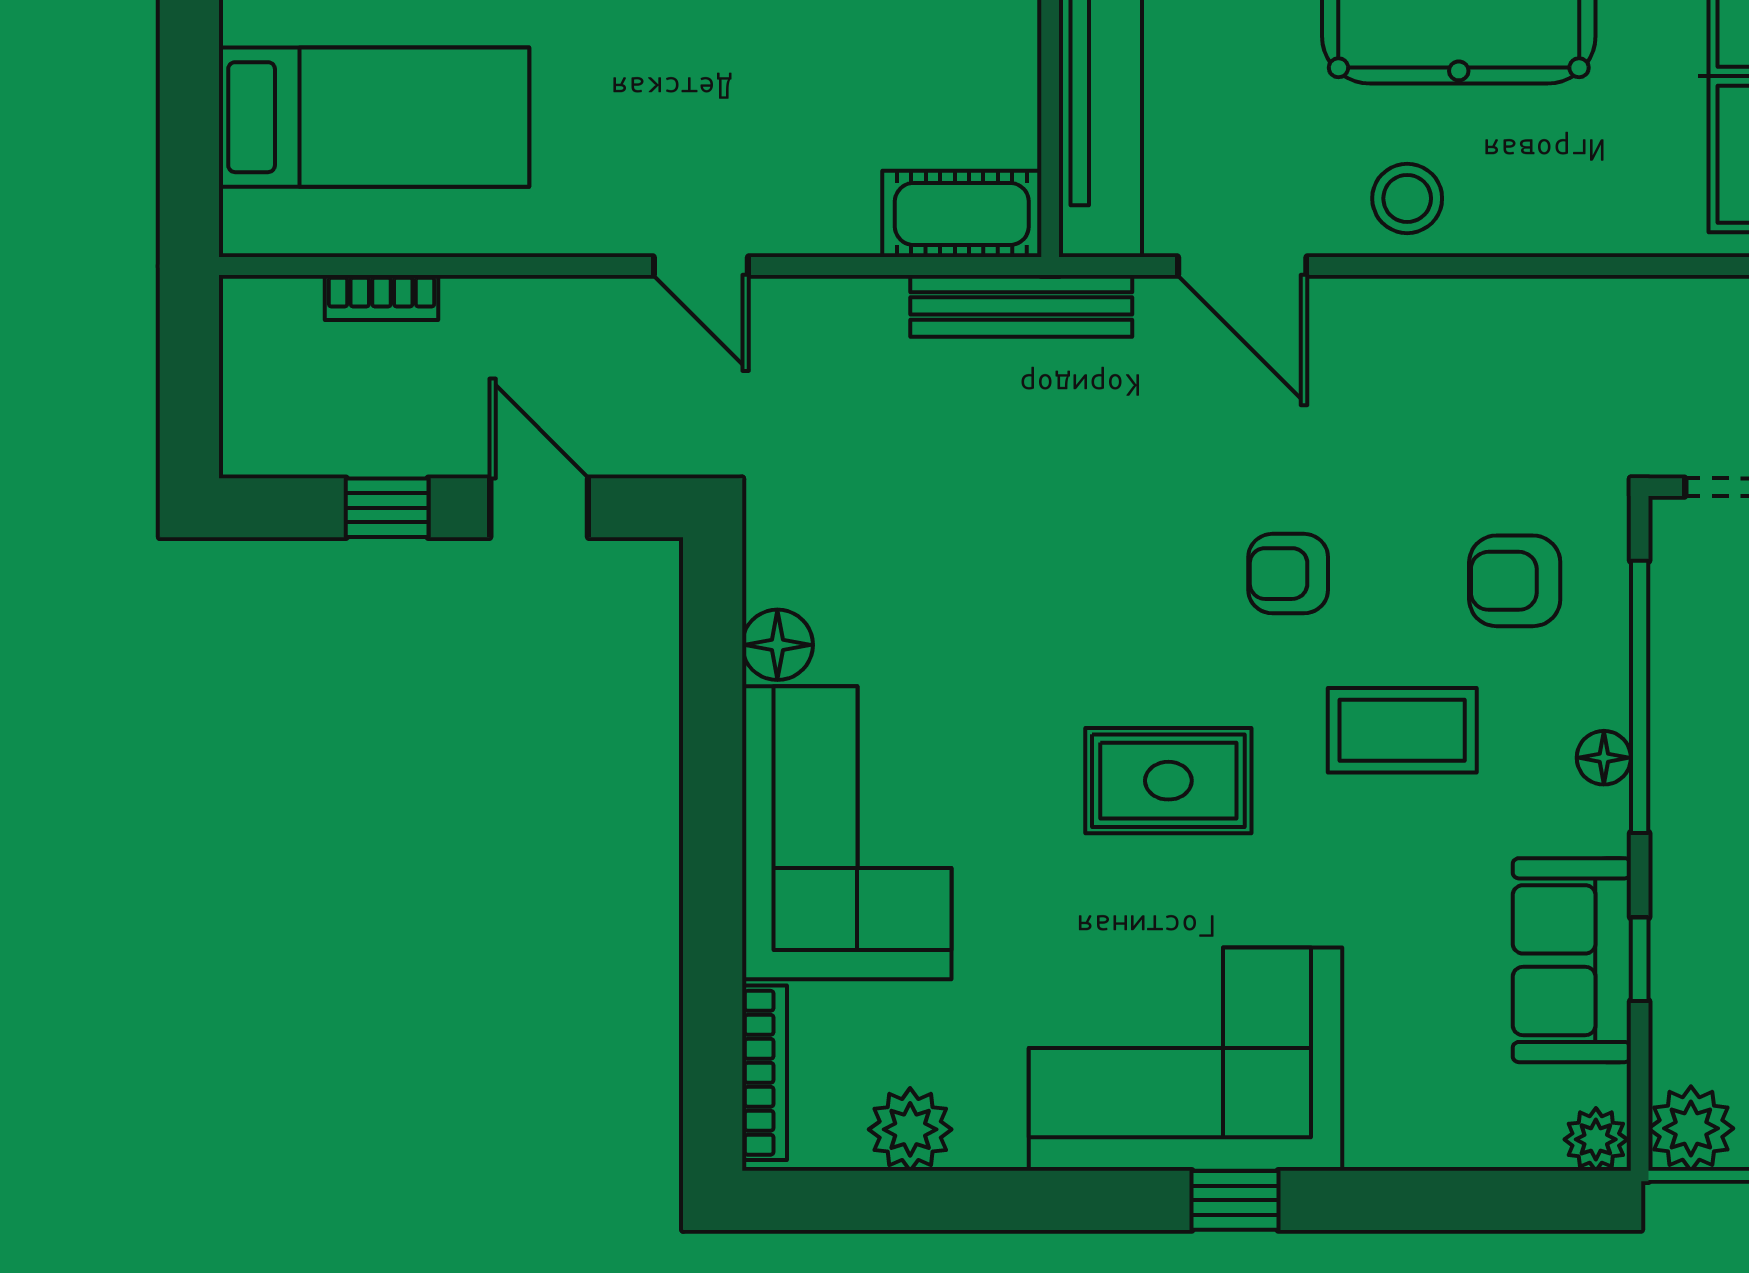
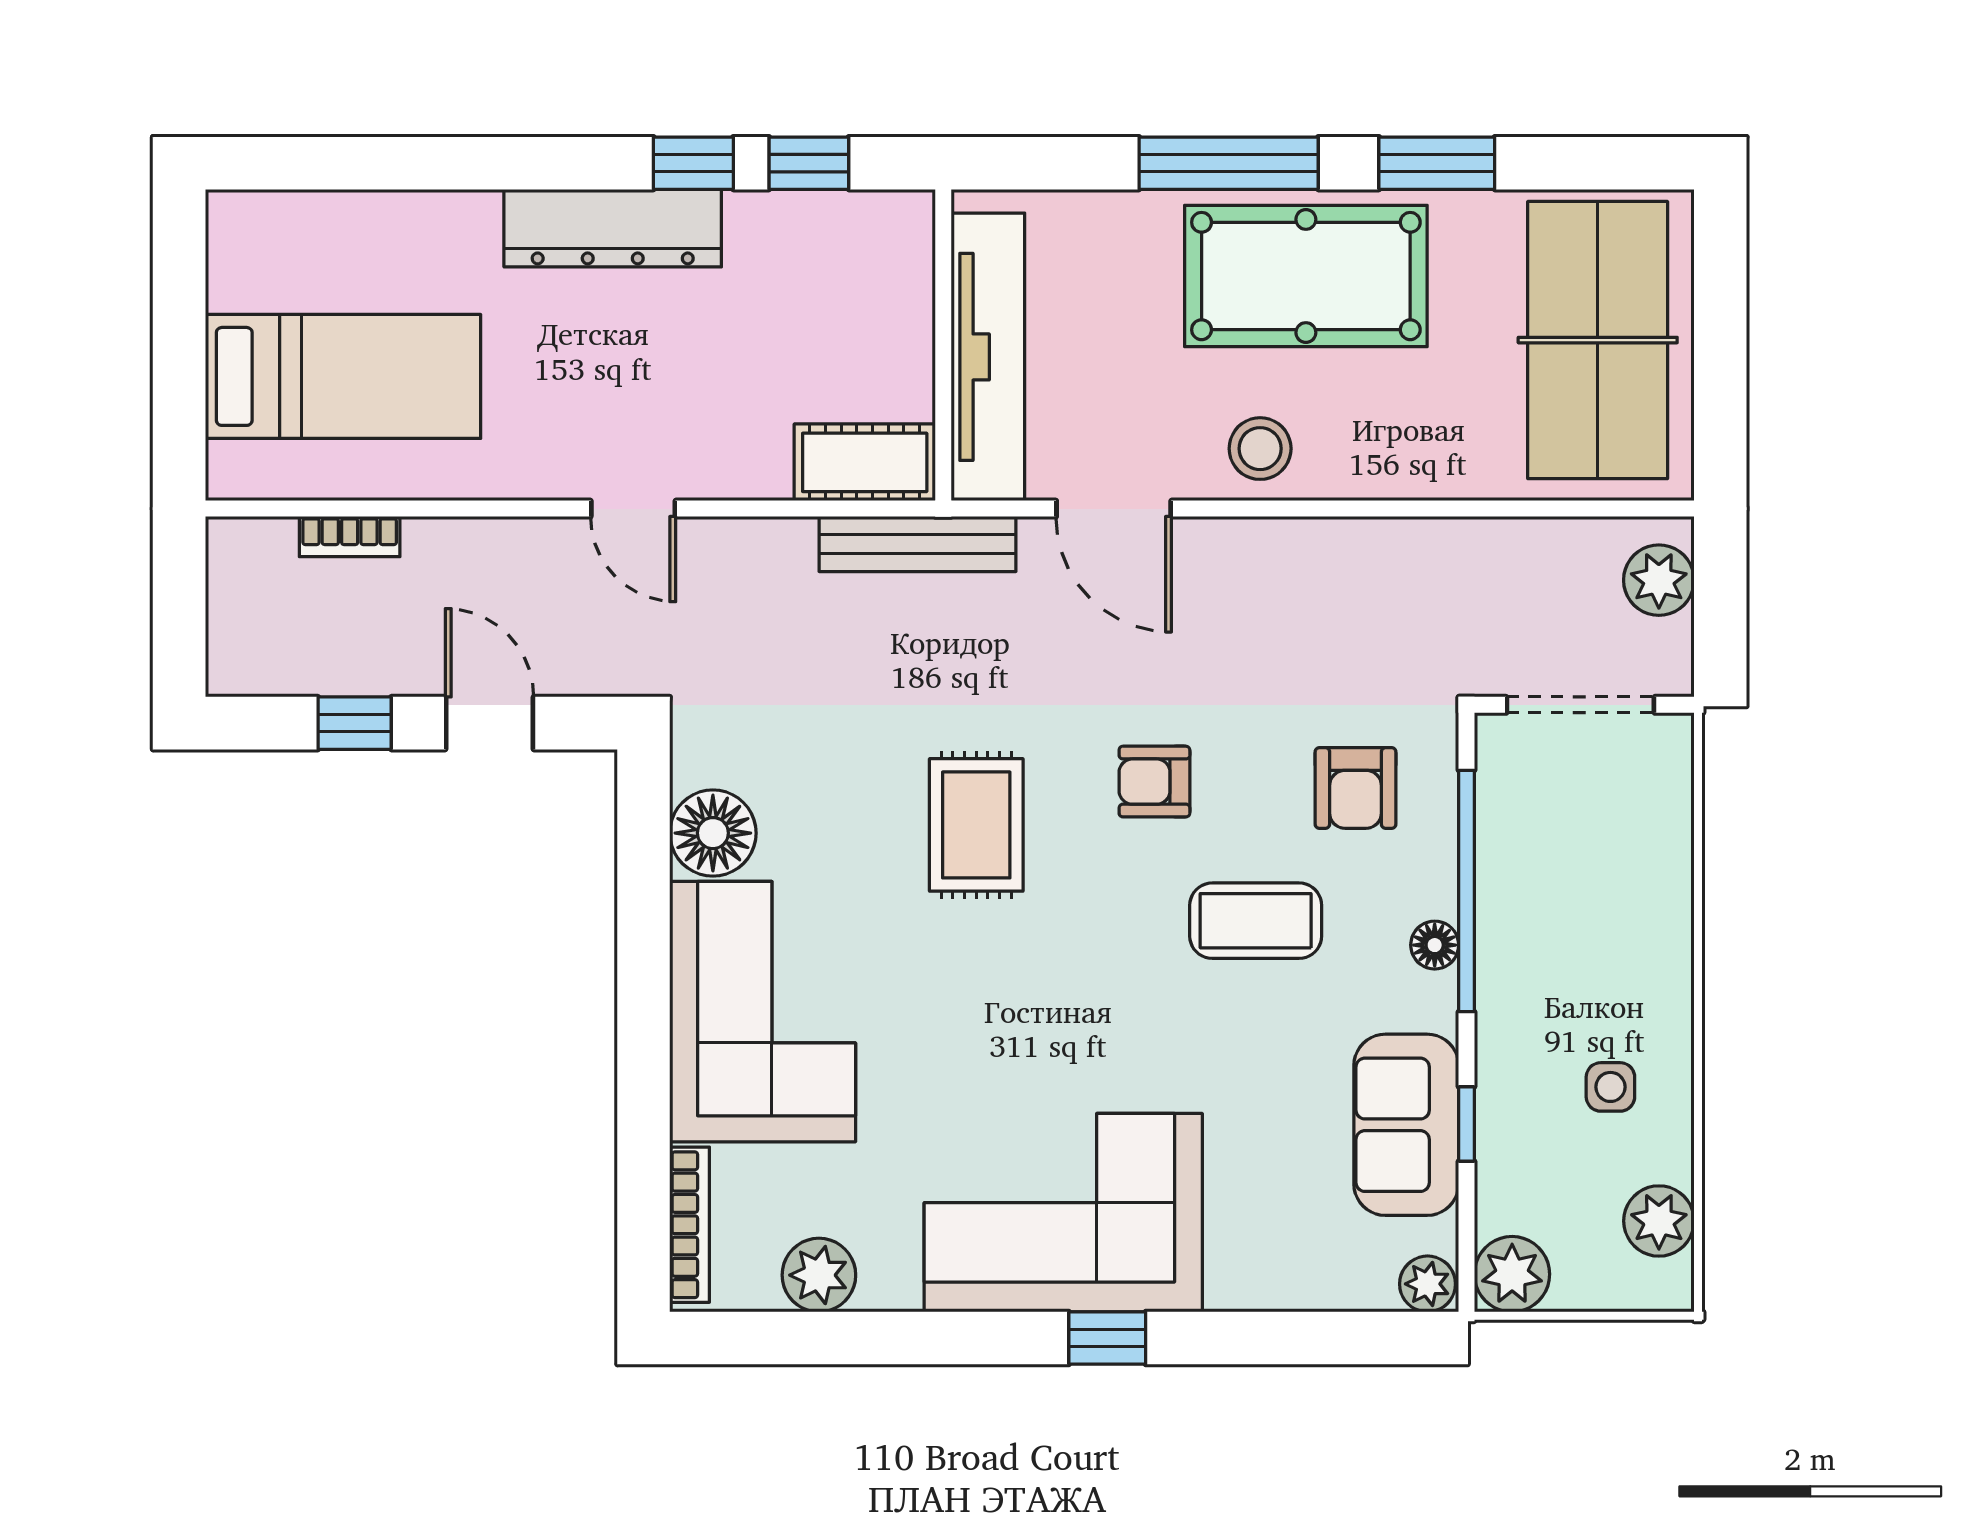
armchair: (1515, 581) -> (1356, 788), turned -90
floor lamp: (777, 645) -> (713, 833), width x1.38, depth x1.38
rug: (1168, 781) -> (976, 825), moved, turned 90

